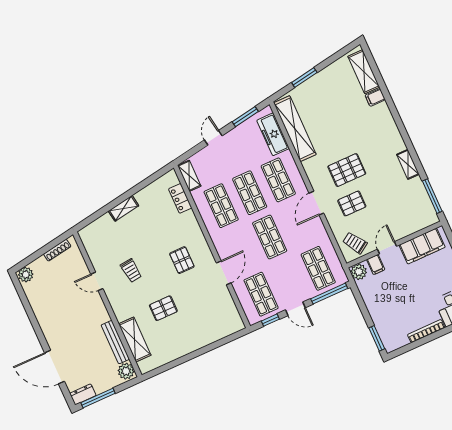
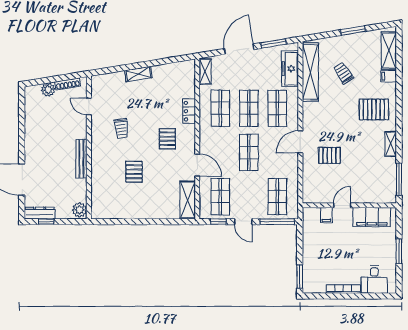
window: (304, 77) -> (353, 31), moved
door: (213, 138) -> (239, 49), width x1.88
pallet: (347, 170) -> (374, 109), moved
locker: (180, 198) -> (189, 111), moved
trolley: (355, 243) -> (343, 73), moved
plant: (359, 272) -> (310, 215), removed
door: (224, 273) -> (197, 165), hinge flipped
plant: (26, 275) -> (48, 90), moved
door: (97, 281) -> (89, 106), moved
pallet: (163, 308) -> (134, 172), turned 90
shelving: (135, 340) -> (188, 200), moved
bench: (115, 342) -> (81, 159), moved
dresser: (83, 394) -> (40, 213), width x1.44
window: (98, 398) -> (46, 222), width x0.46

